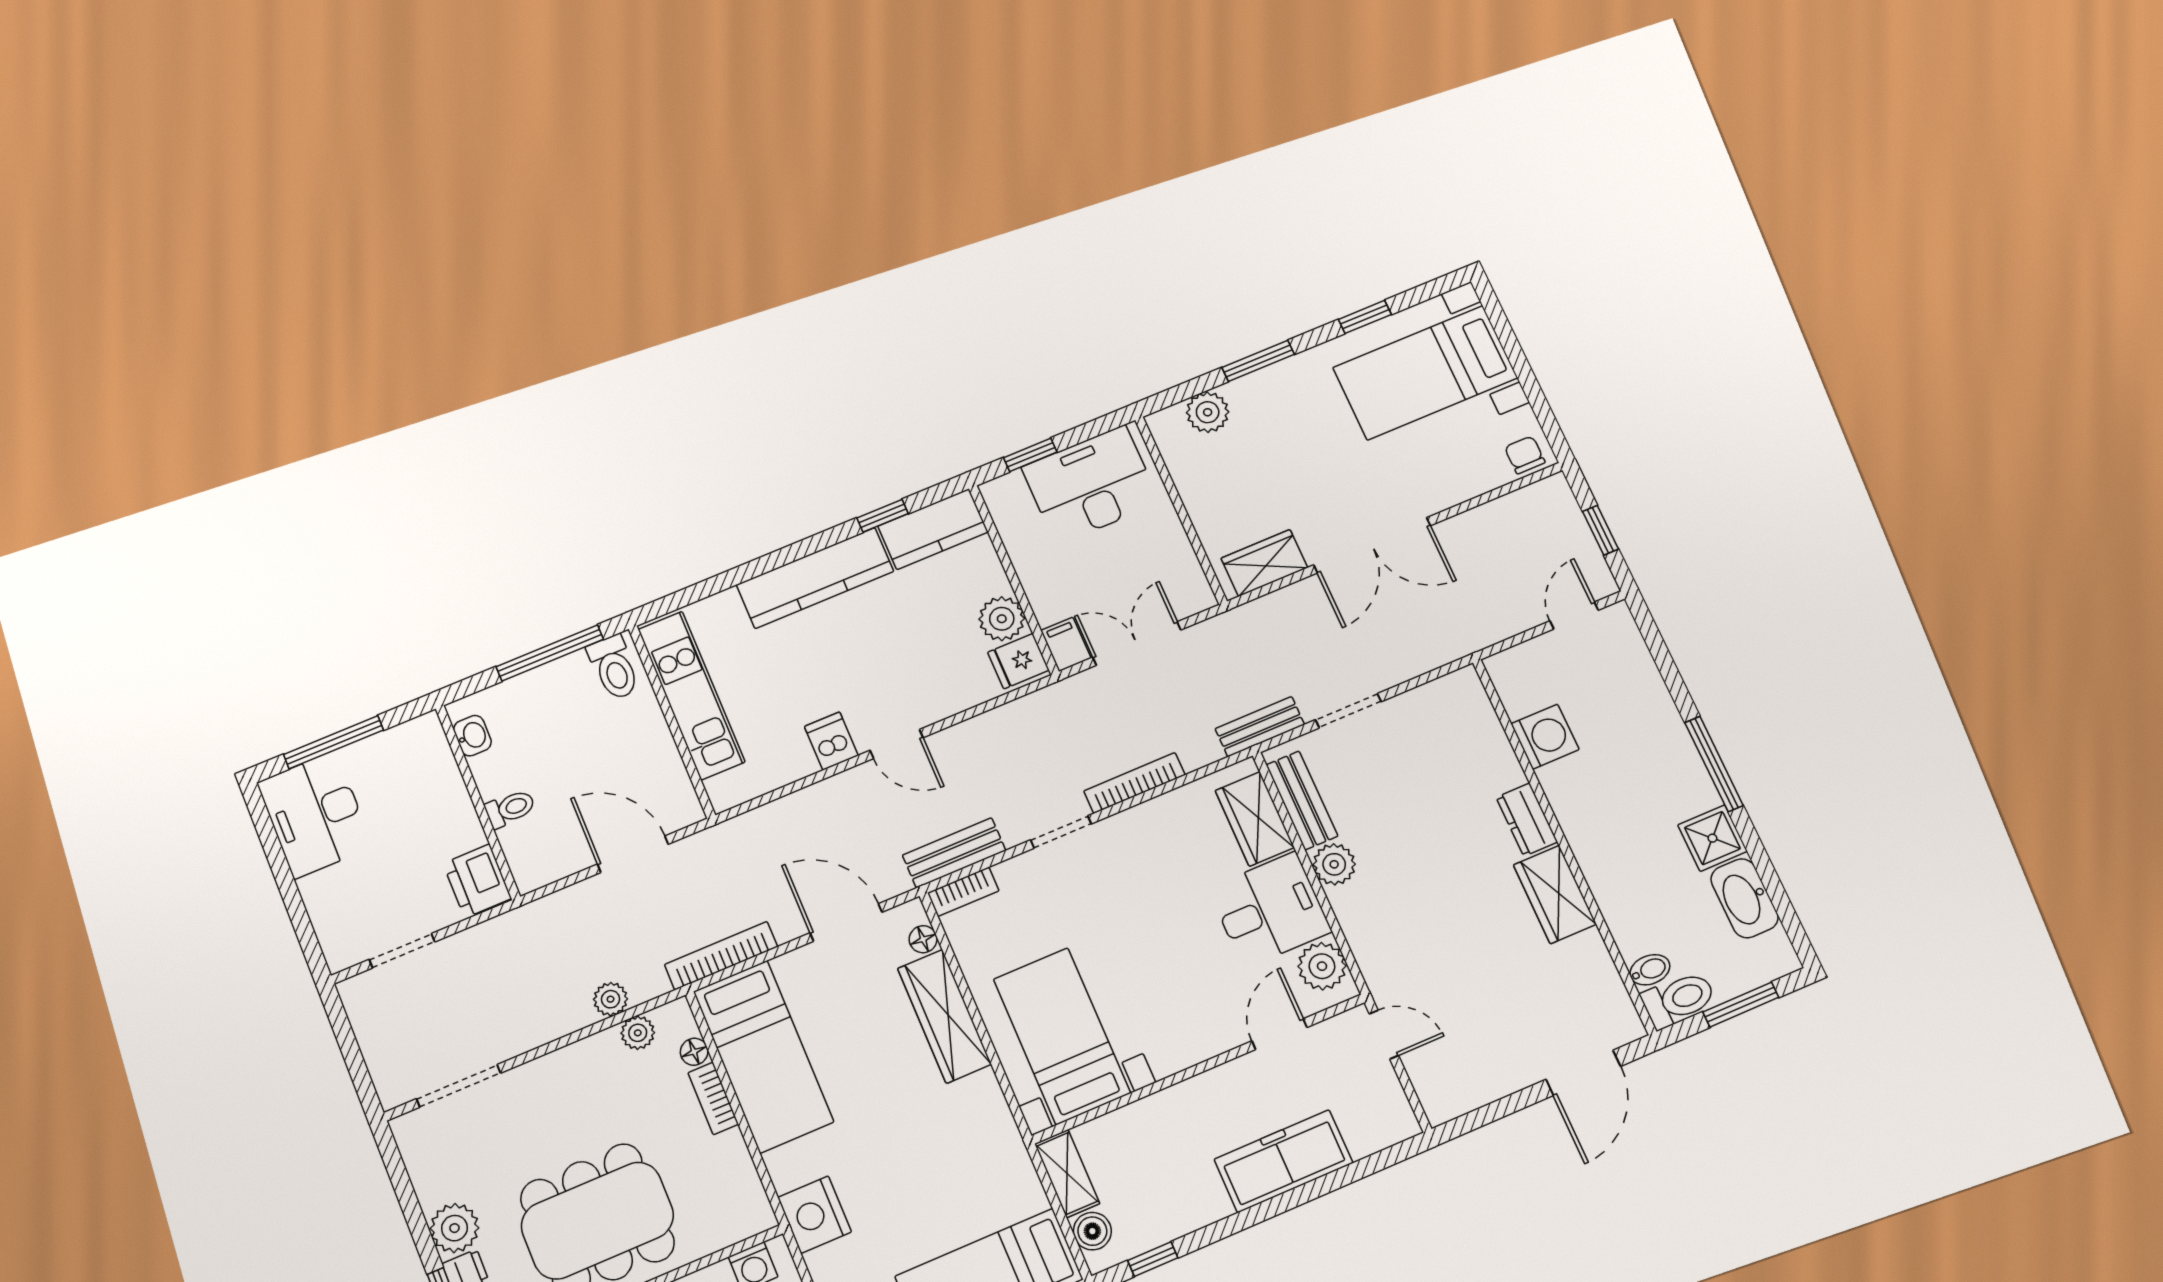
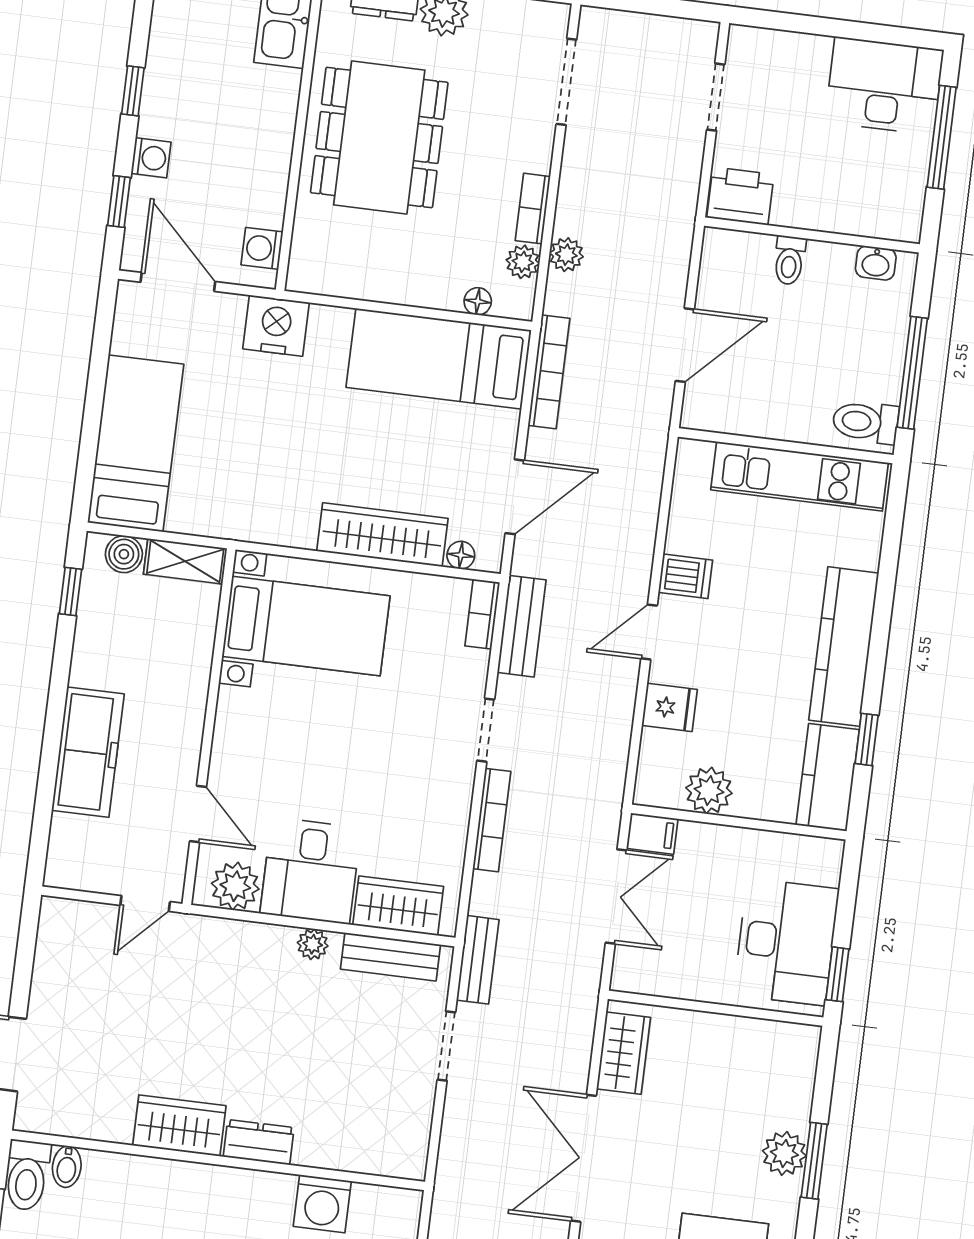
plant: (1208, 412) -> (784, 1153), moved
window: (1030, 455) -> (837, 974), moved
fridge: (1018, 661) -> (669, 707), moved, turned 90
plant: (1334, 864) -> (313, 944), width x0.73, depth x0.73
bookcase: (713, 1098) -> (533, 209), moved, turned -90

